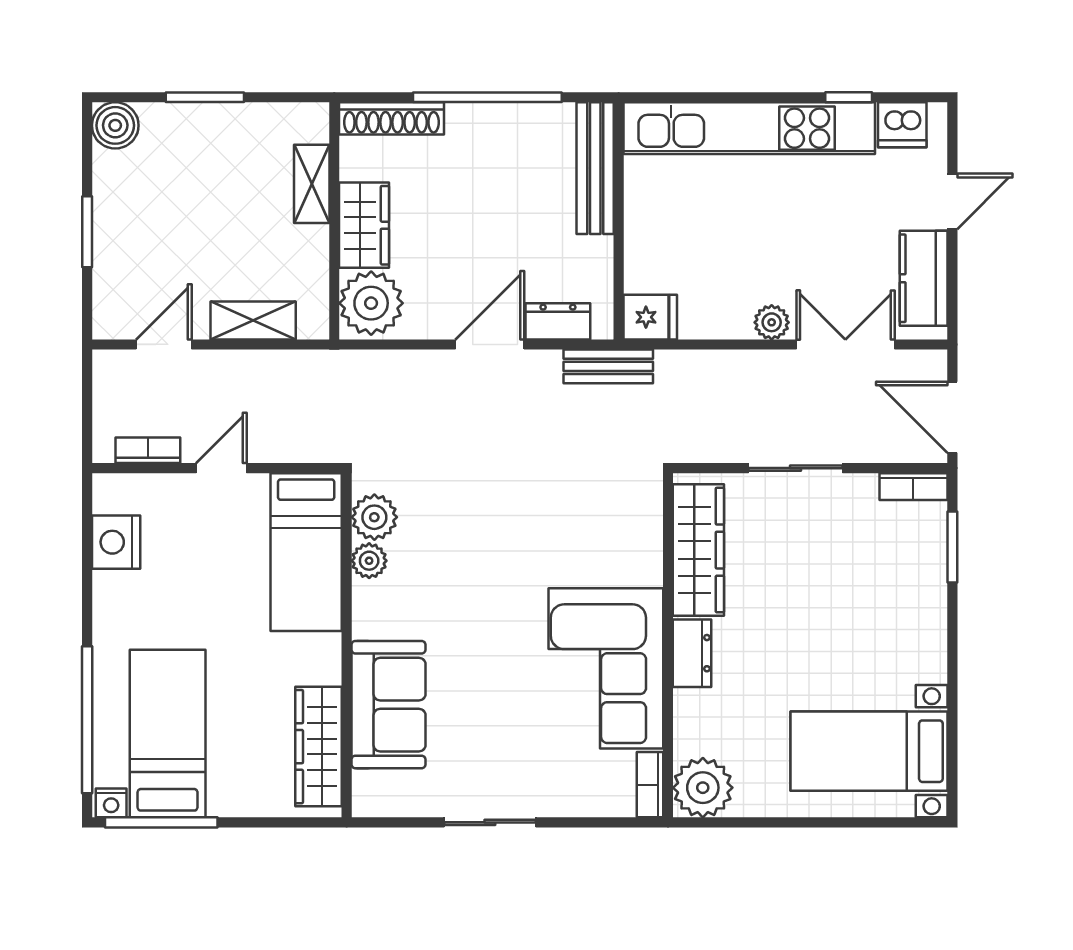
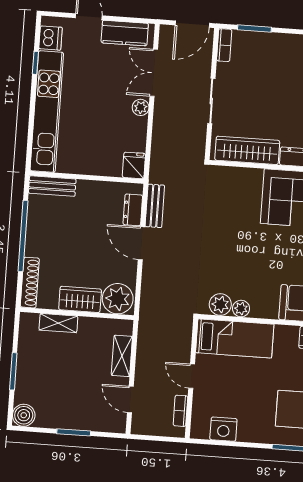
bench: (595, 168) -> (52, 186), width x0.73
bench: (608, 366) -> (155, 206), moved

